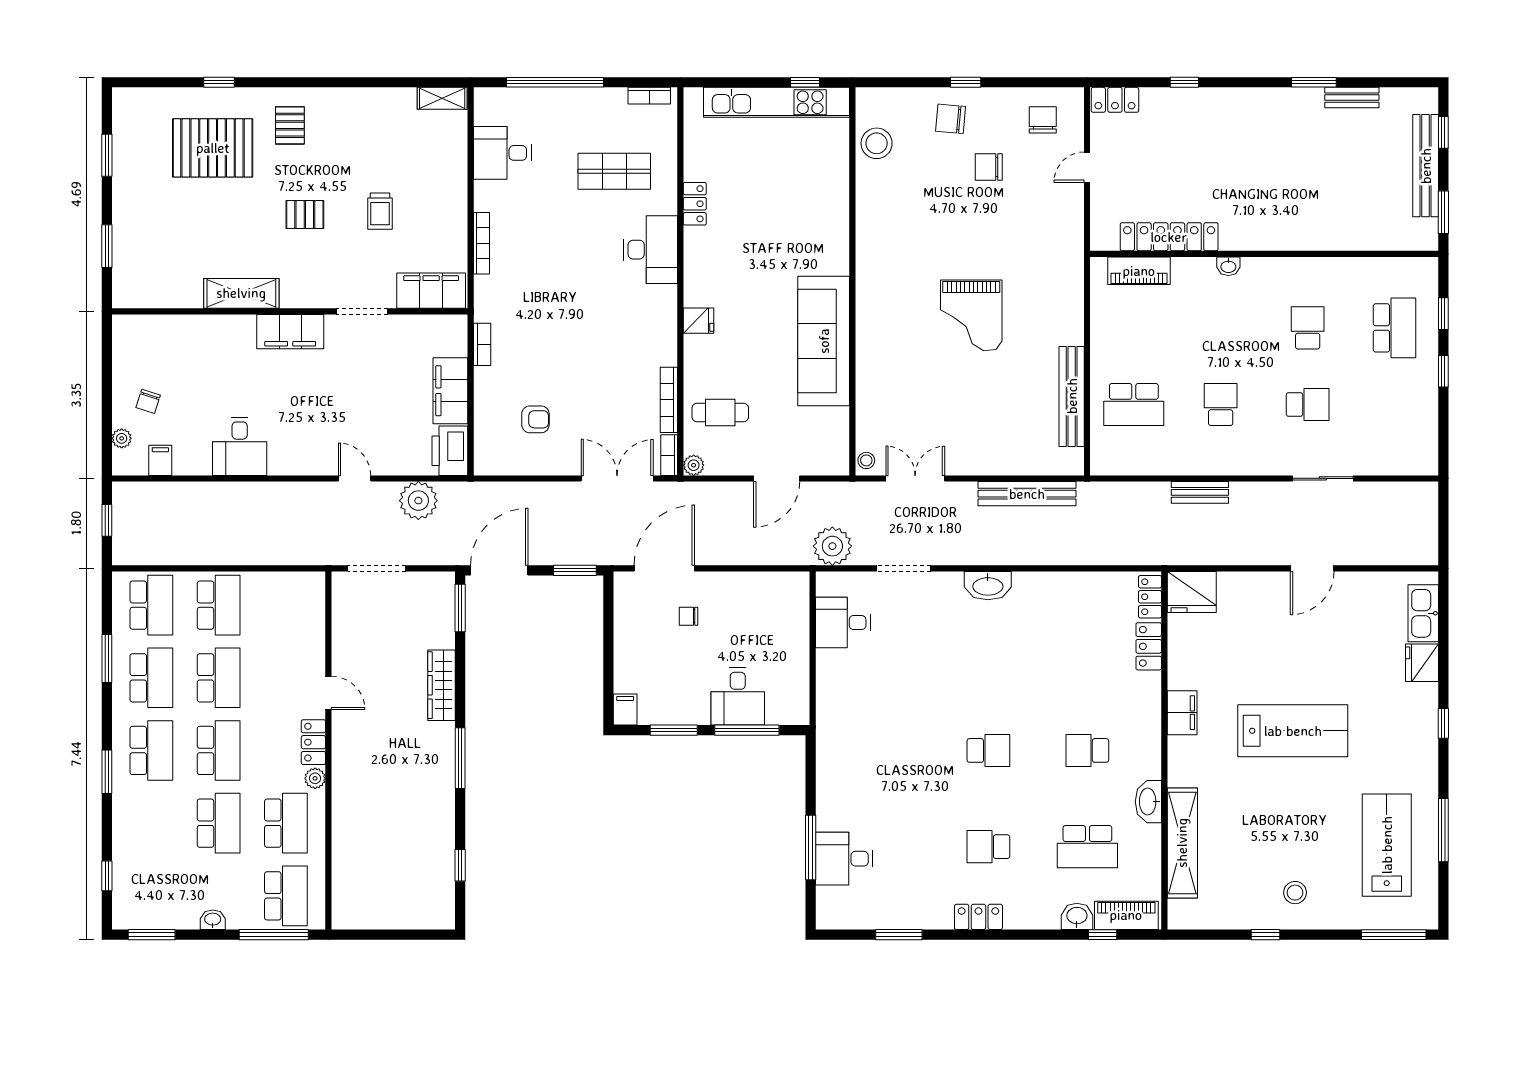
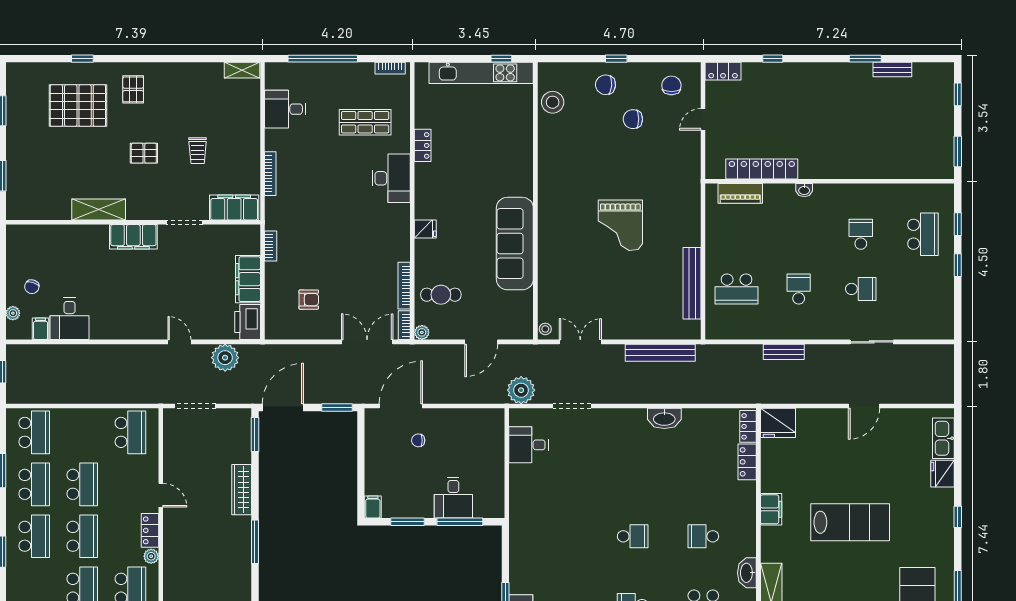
bench: (1426, 166) -> (945, 118), removed
desk: (240, 446) -> (69, 319), moved
washbasin: (988, 586) -> (664, 418), moved
school desk: (219, 605) -> (130, 432), moved

